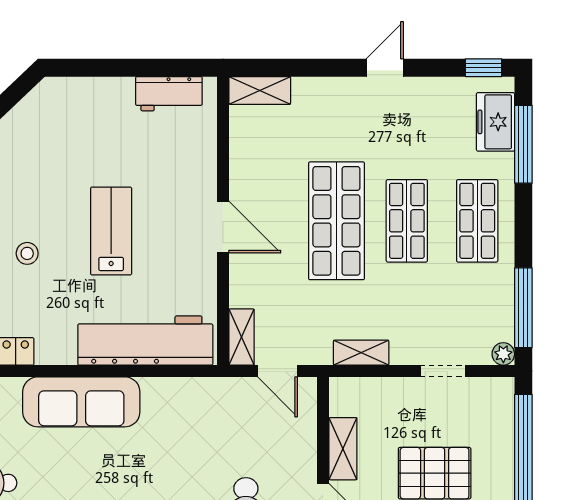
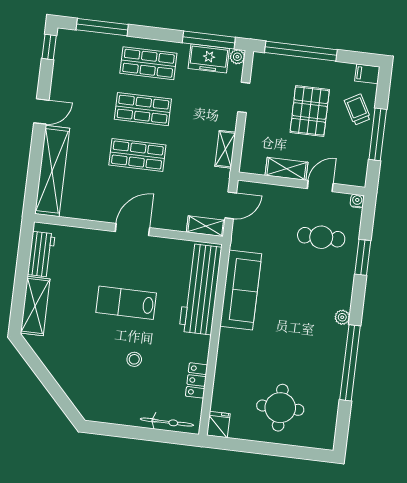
door: (385, 68) -> (41, 111), swing flipped
shelving: (260, 90) -> (52, 171), width x2.20, depth x1.33
shelving: (90, 94) -> (35, 306), added
freezer: (495, 122) -> (209, 58), moved
shop shelf: (336, 221) -> (137, 155), width x0.70, depth x0.74
sofa: (81, 402) -> (241, 290), moved

